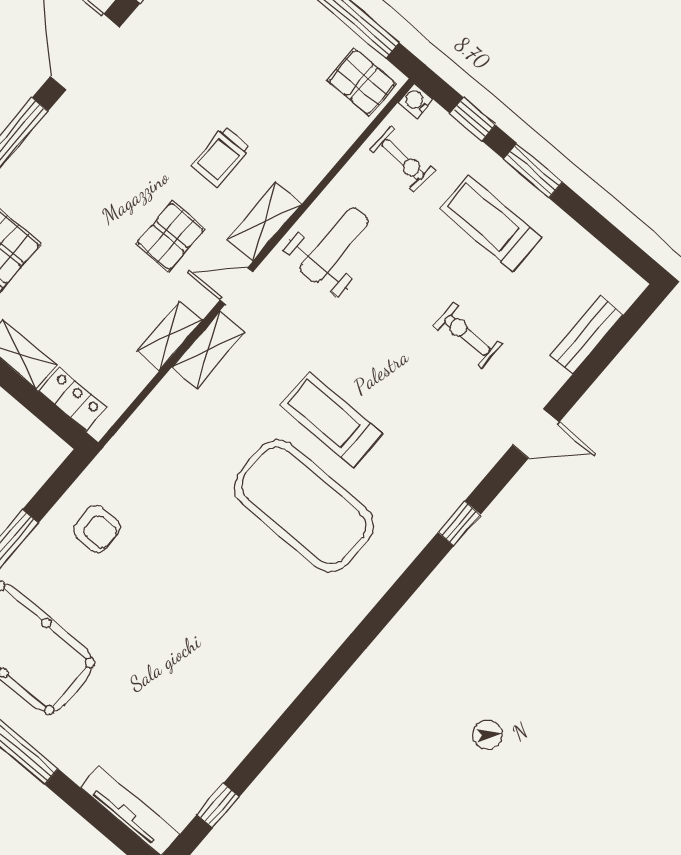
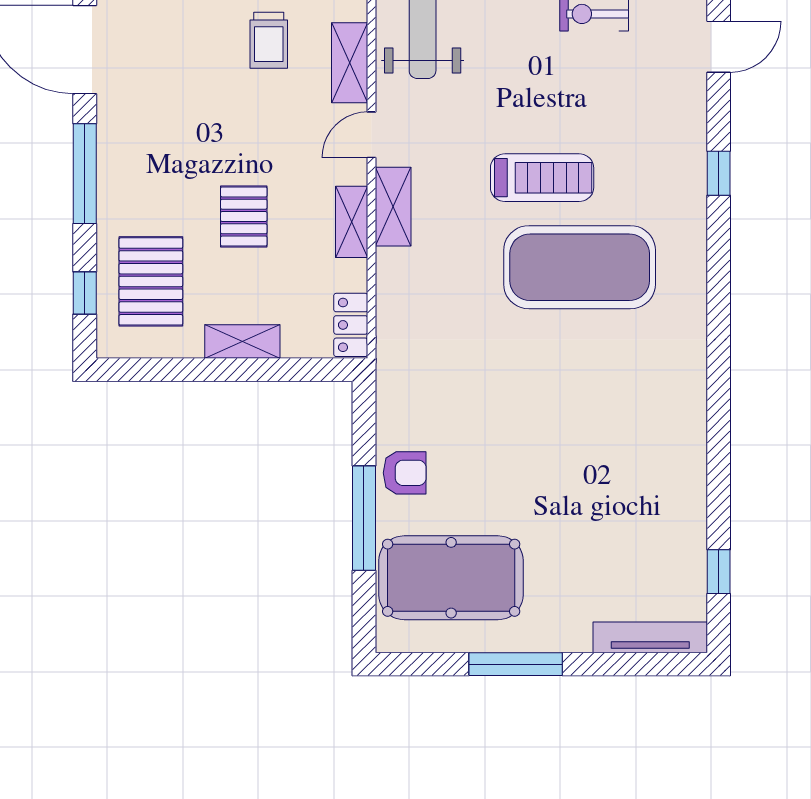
pallet: (170, 236) -> (244, 217), moved
locker: (72, 399) -> (351, 325), moved, turned -90
treadmill: (331, 420) -> (542, 178), turned 180
armchair: (97, 529) -> (405, 473), moved

